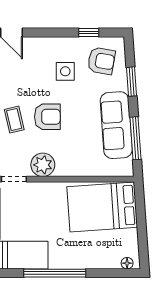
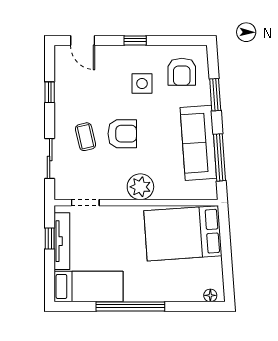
window: (89, 32) -> (135, 40), moved
armchair: (101, 61) -> (182, 72), turned 80
plant: (43, 165) -> (140, 187), moved

